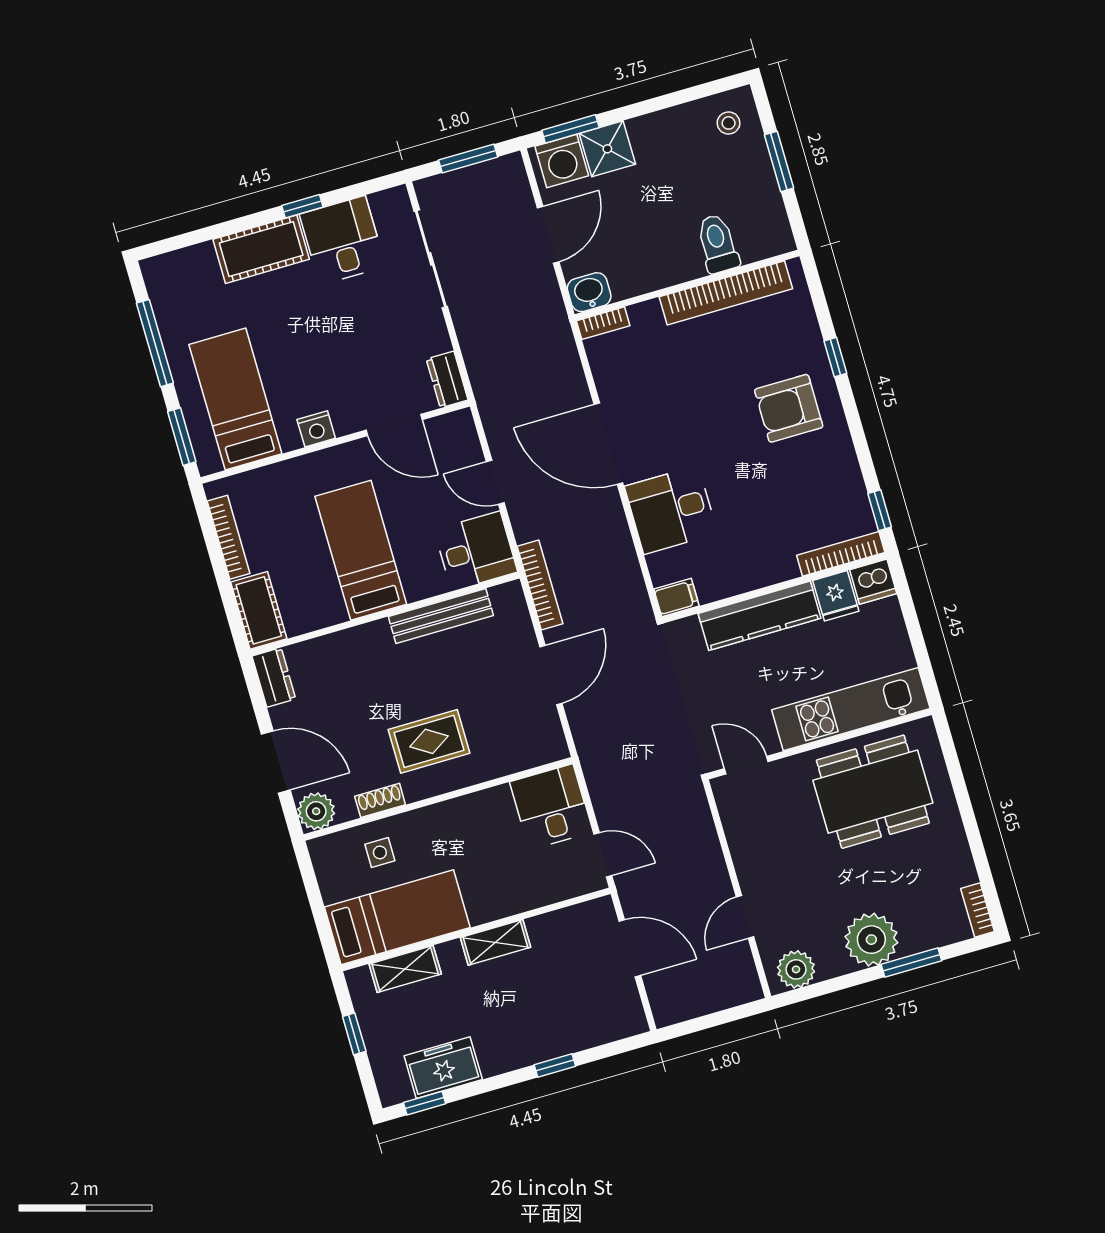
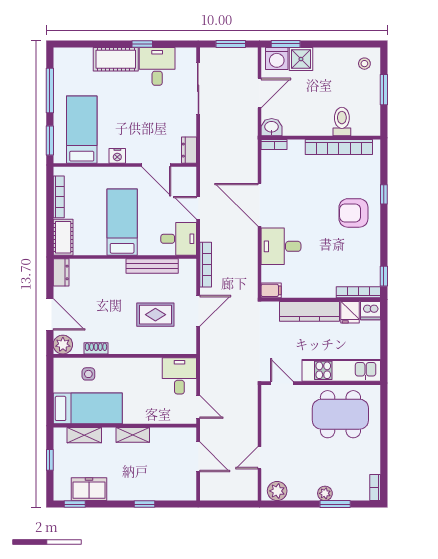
rug: (429, 741) -> (155, 315), moved
plant: (871, 940) -> (325, 493), width x0.53, depth x0.53

